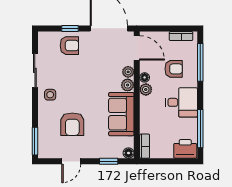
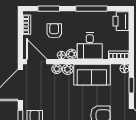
door: (137, 48) -> (37, 62), hinge flipped
window: (200, 62) -> (49, 9), width x0.69
desk: (181, 102) -> (90, 46), moved, turned 180
window: (200, 129) -> (92, 9), moved

